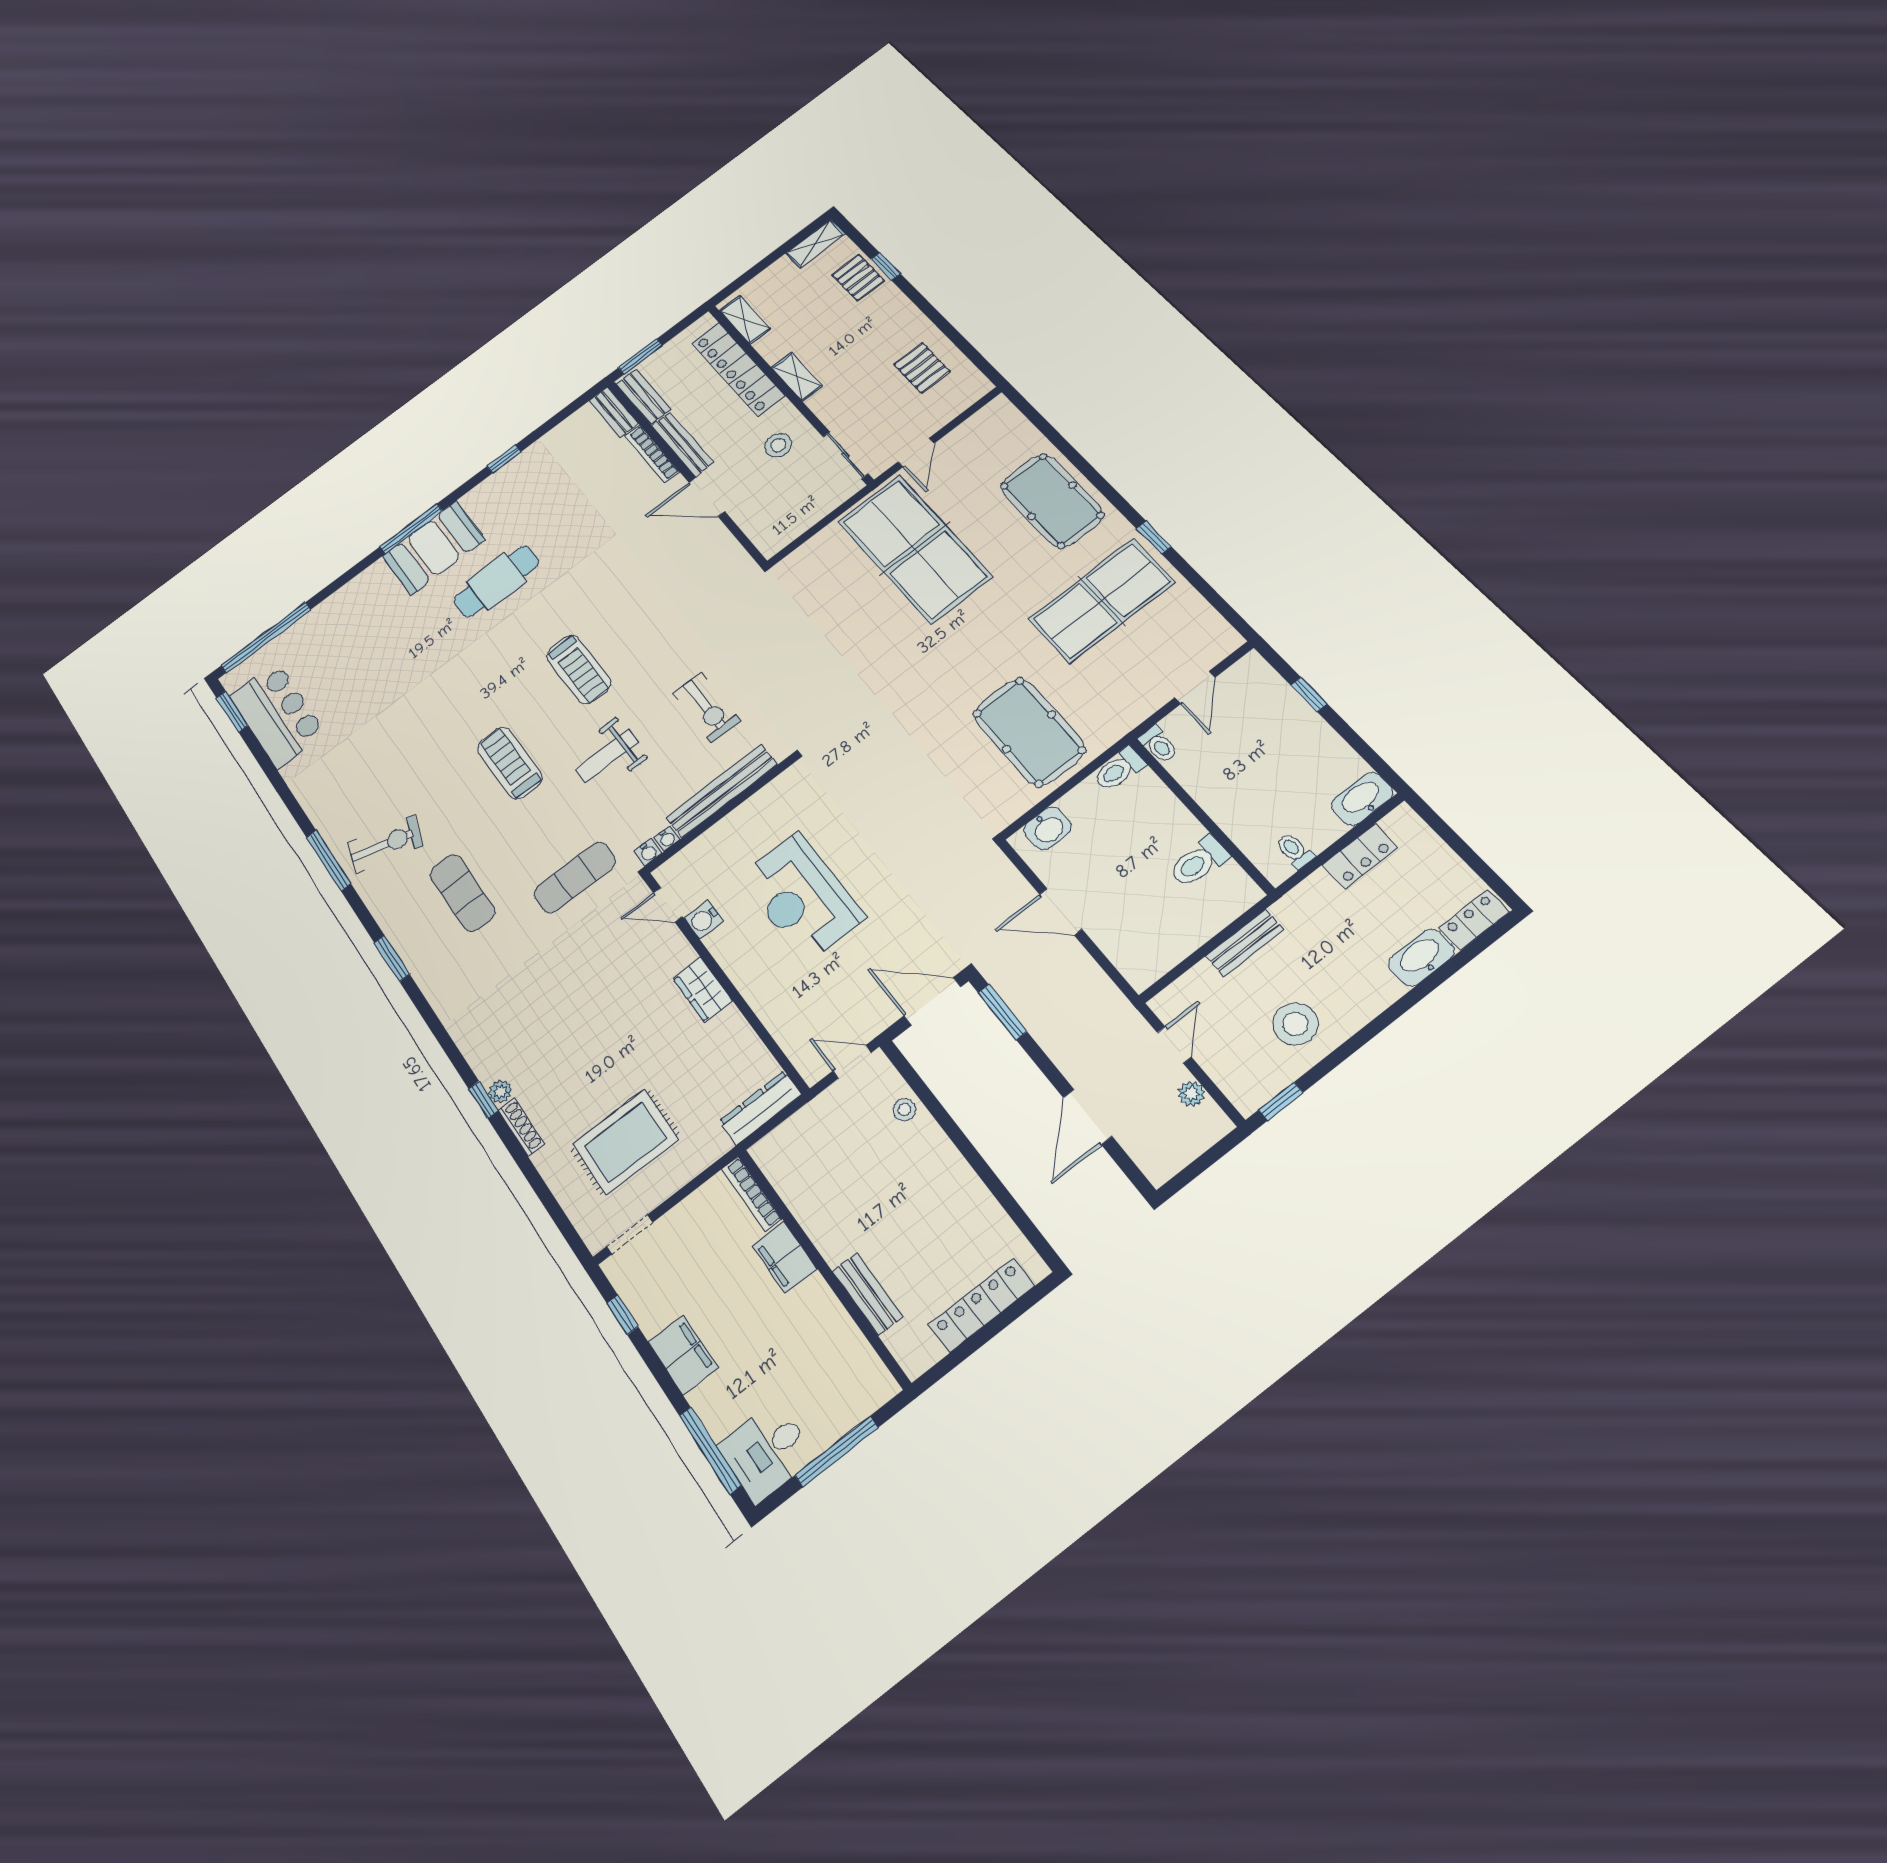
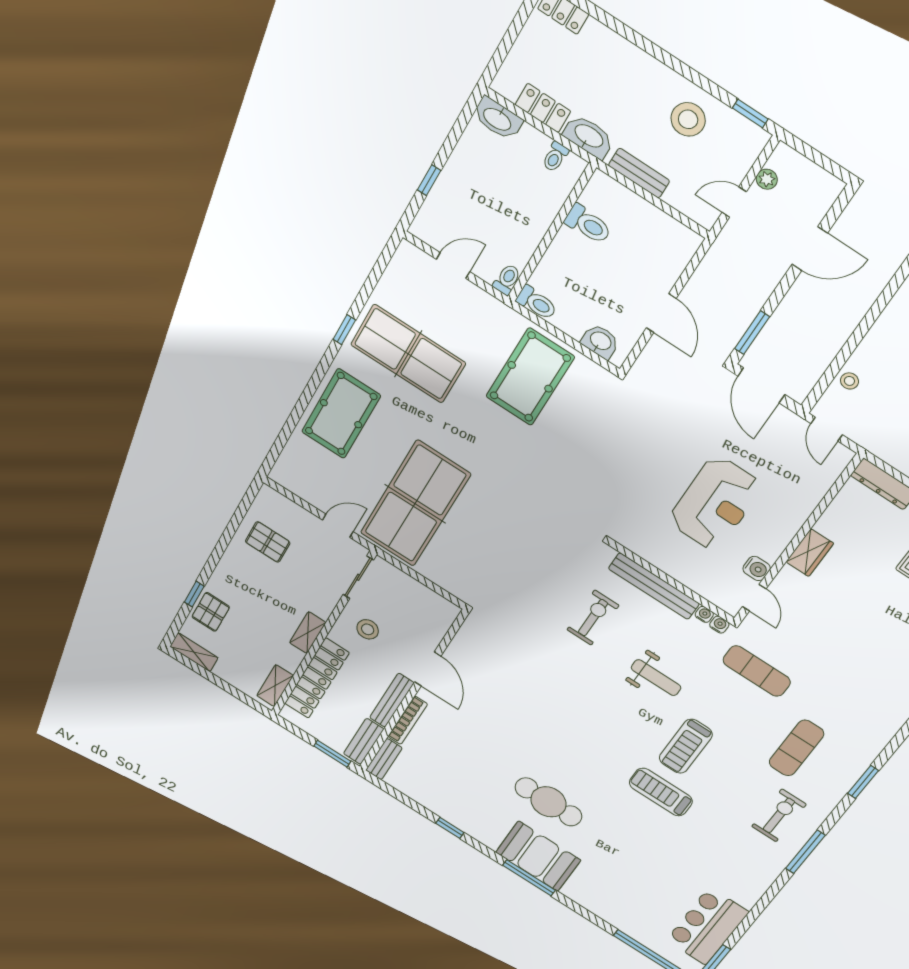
pallet: (922, 368) -> (268, 542), turned 90
treadmill: (579, 669) -> (661, 792), moved, turned -90
exercise bike: (385, 844) -> (779, 815), turned 73
washbasin: (1421, 957) -> (588, 137), moved, turned 180

